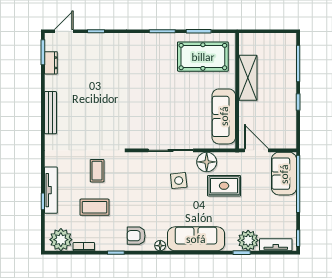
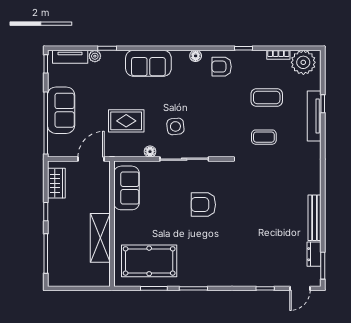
armchair: (153, 109) -> (203, 205), added
bench: (50, 113) -> (315, 218), moved
sofa: (224, 116) -> (127, 188), width x0.73
wardrobe: (288, 128) -> (56, 183), added
door: (256, 150) -> (91, 159), swing flipped
floor lamp: (207, 162) -> (150, 152), width x0.53, depth x0.53
coffee table: (97, 171) -> (264, 137), turned 90
sofa: (284, 174) -> (61, 110), moved
armchair: (136, 236) -> (222, 67), turned 180
sofa: (196, 239) -> (148, 63), width x0.73
plant: (248, 240) -> (95, 56), width x0.53, depth x0.53

